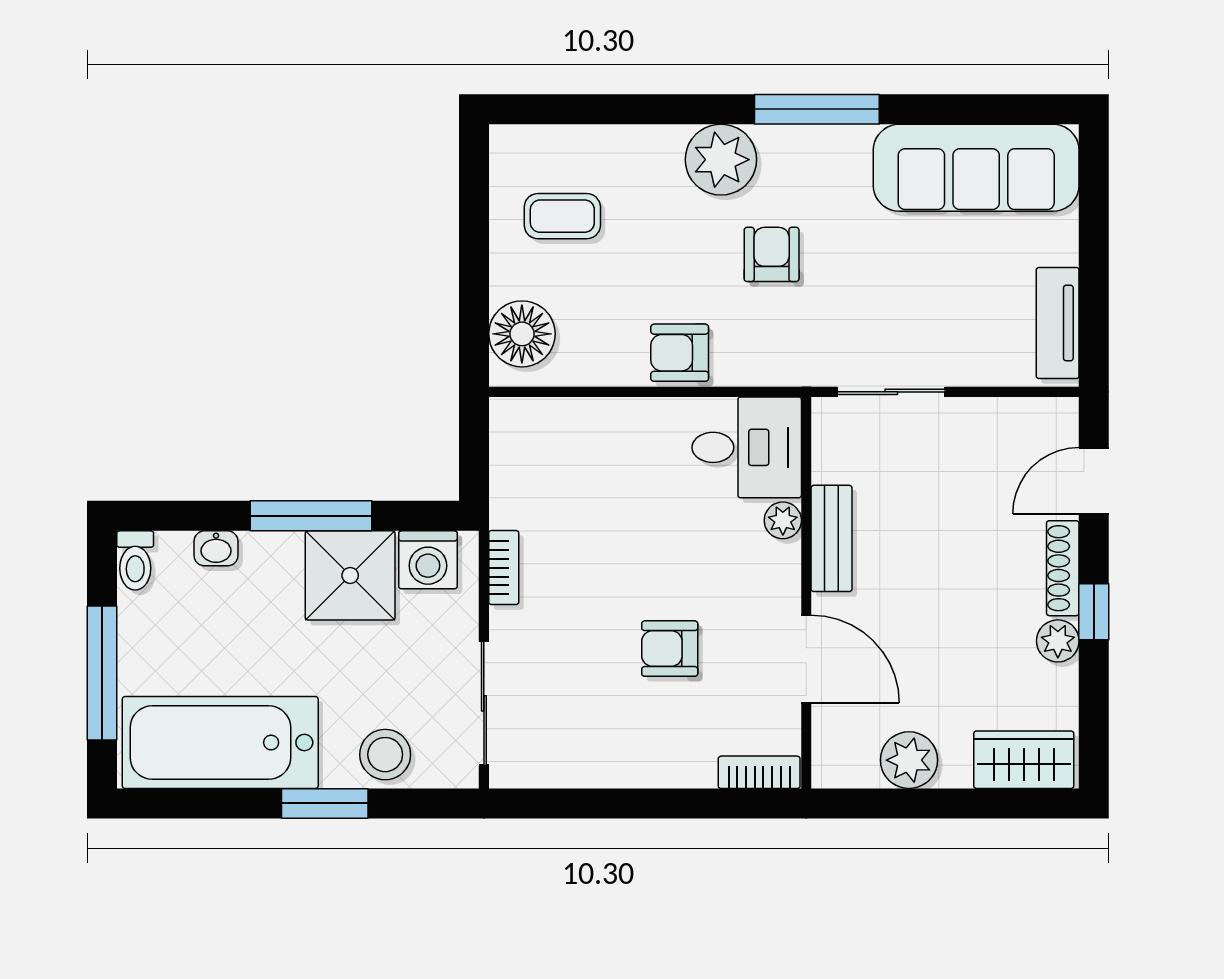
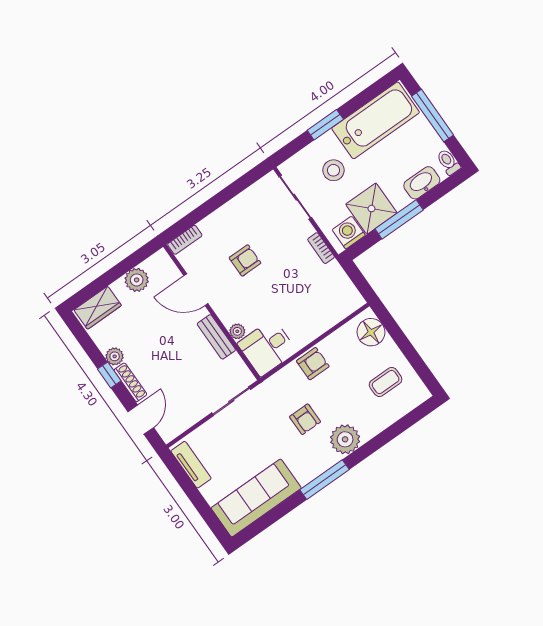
washbasin: (216, 548) -> (422, 183), width x1.91, depth x1.45
stool: (385, 755) -> (333, 170), moved

